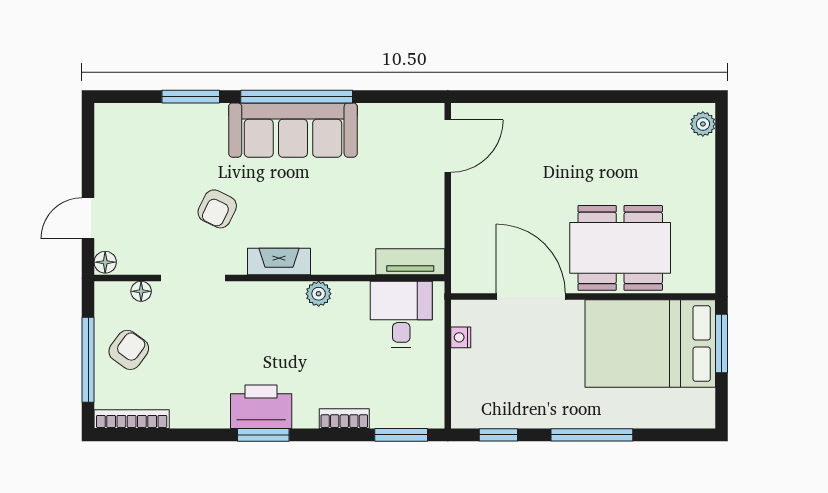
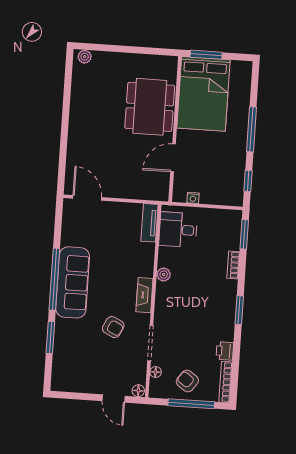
door: (531, 296) -> (173, 158), width x0.73
printer: (261, 407) -> (225, 351), moved, width x0.53, depth x0.68

